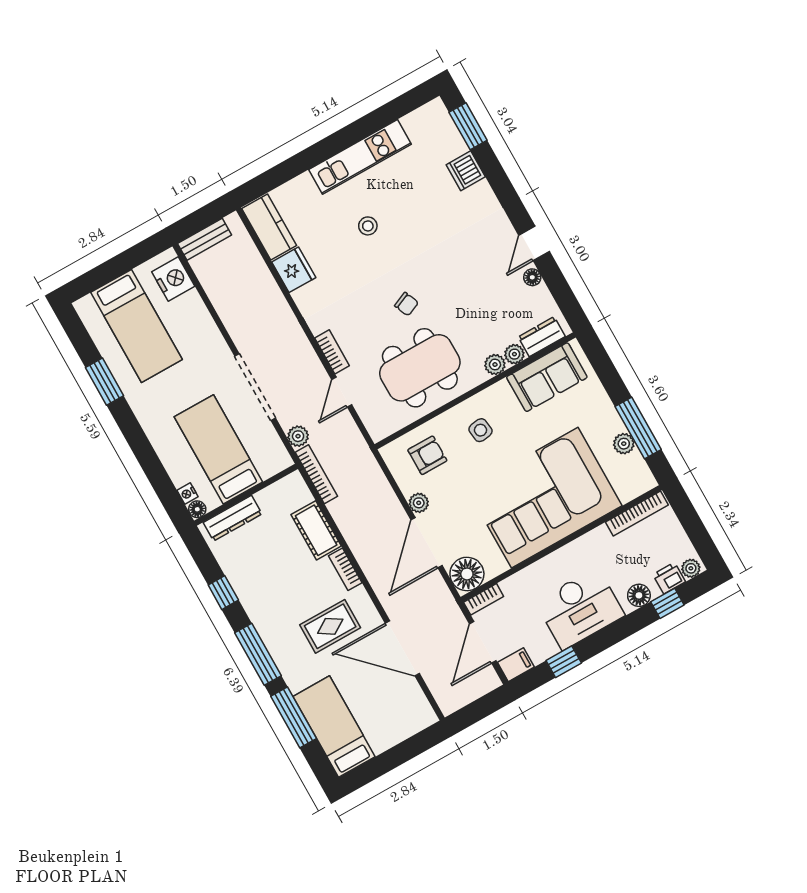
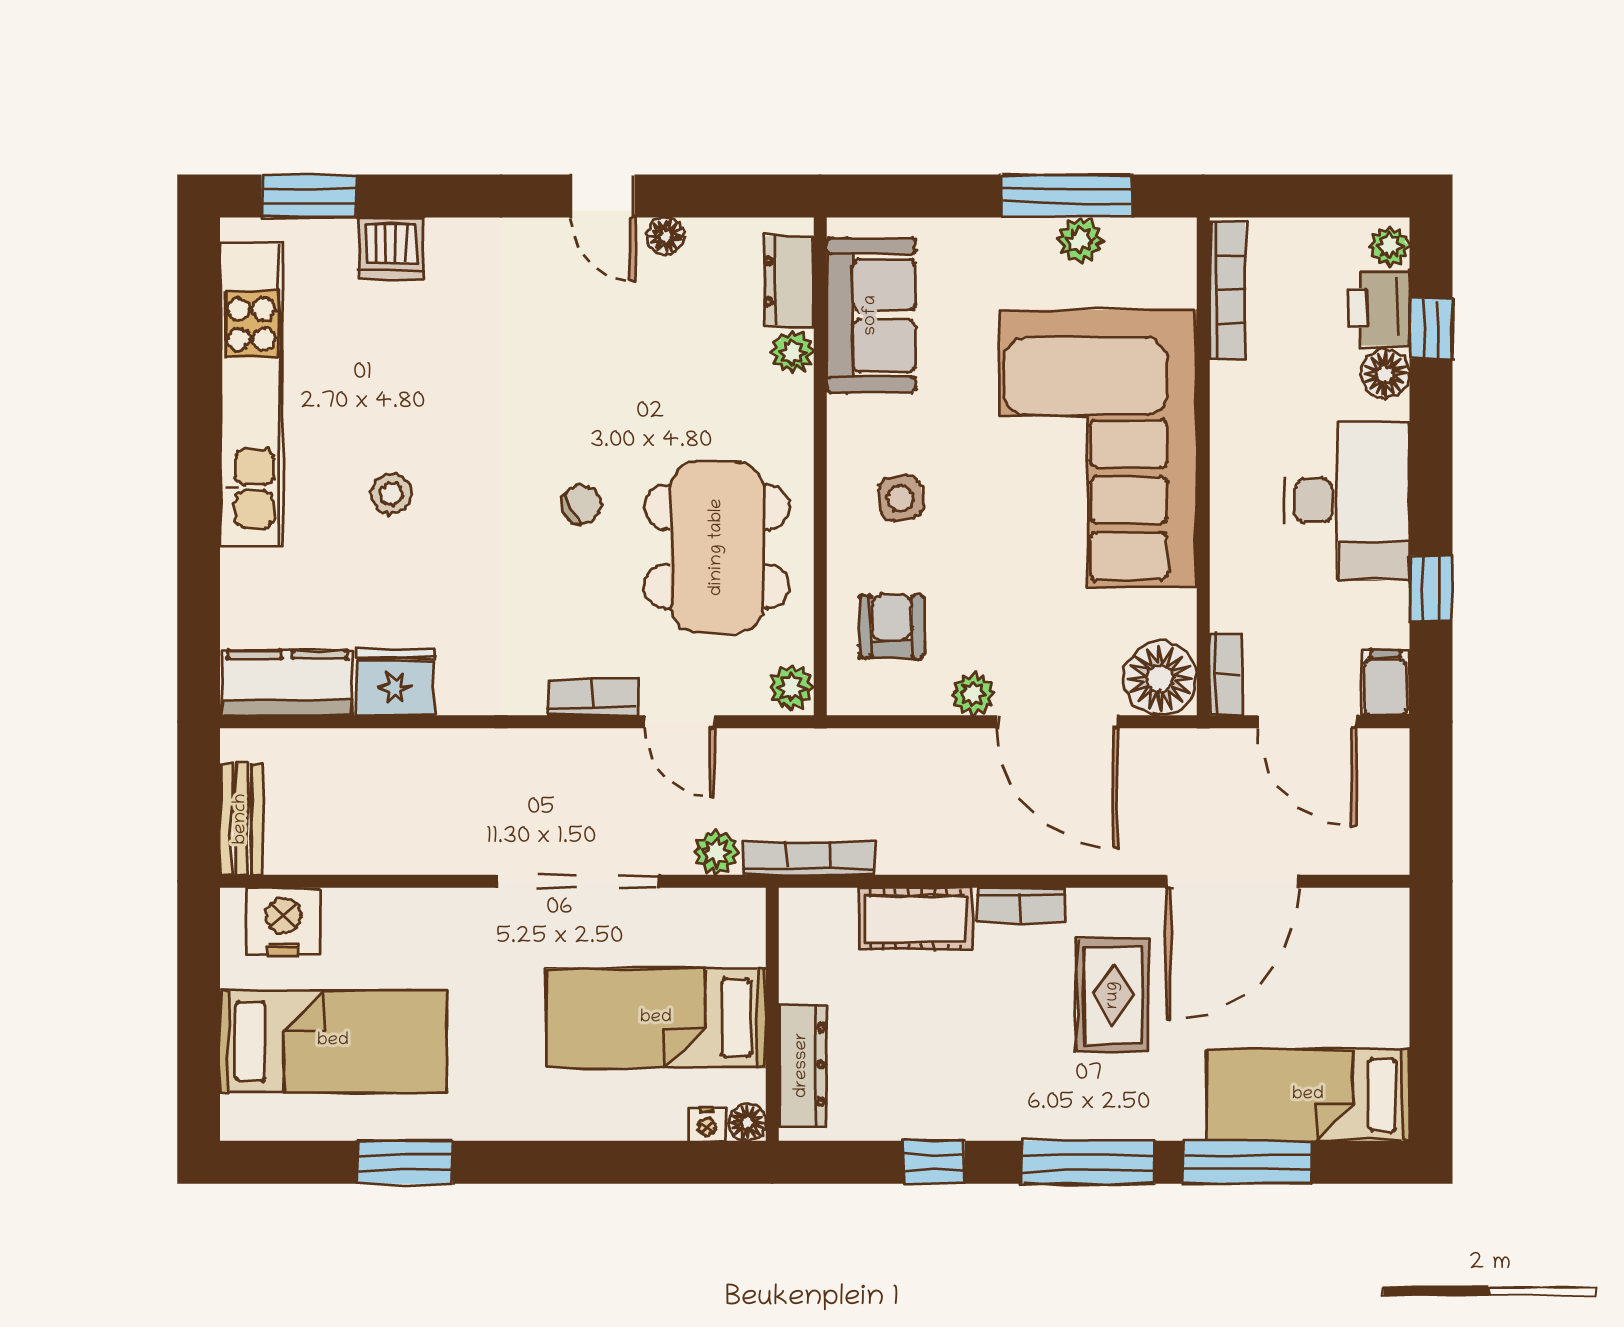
kitchen unit: (360, 157) -> (251, 394), width x1.36
plant: (495, 364) -> (791, 688), moved
printer: (669, 578) -> (1379, 308), width x1.36, depth x1.24

